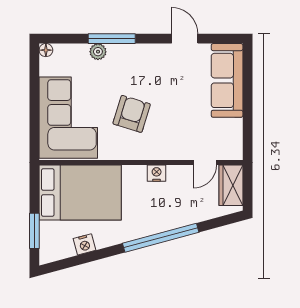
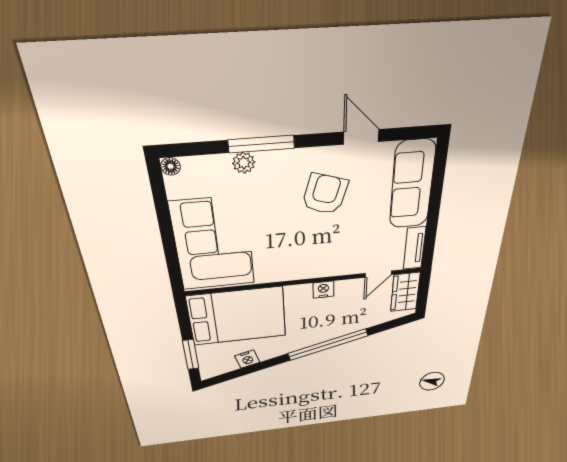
armchair: (132, 114) -> (325, 194), moved
tv unit: (235, 140) -> (414, 248), added

